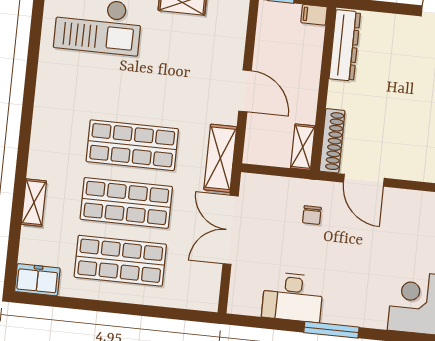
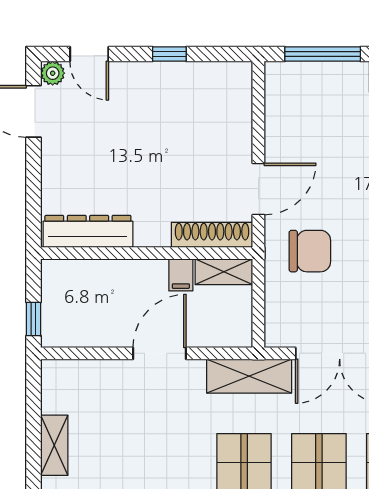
filing cabinet: (314, 15) -> (181, 275), moved
chair: (312, 215) -> (310, 251), width x1.87, depth x1.87

